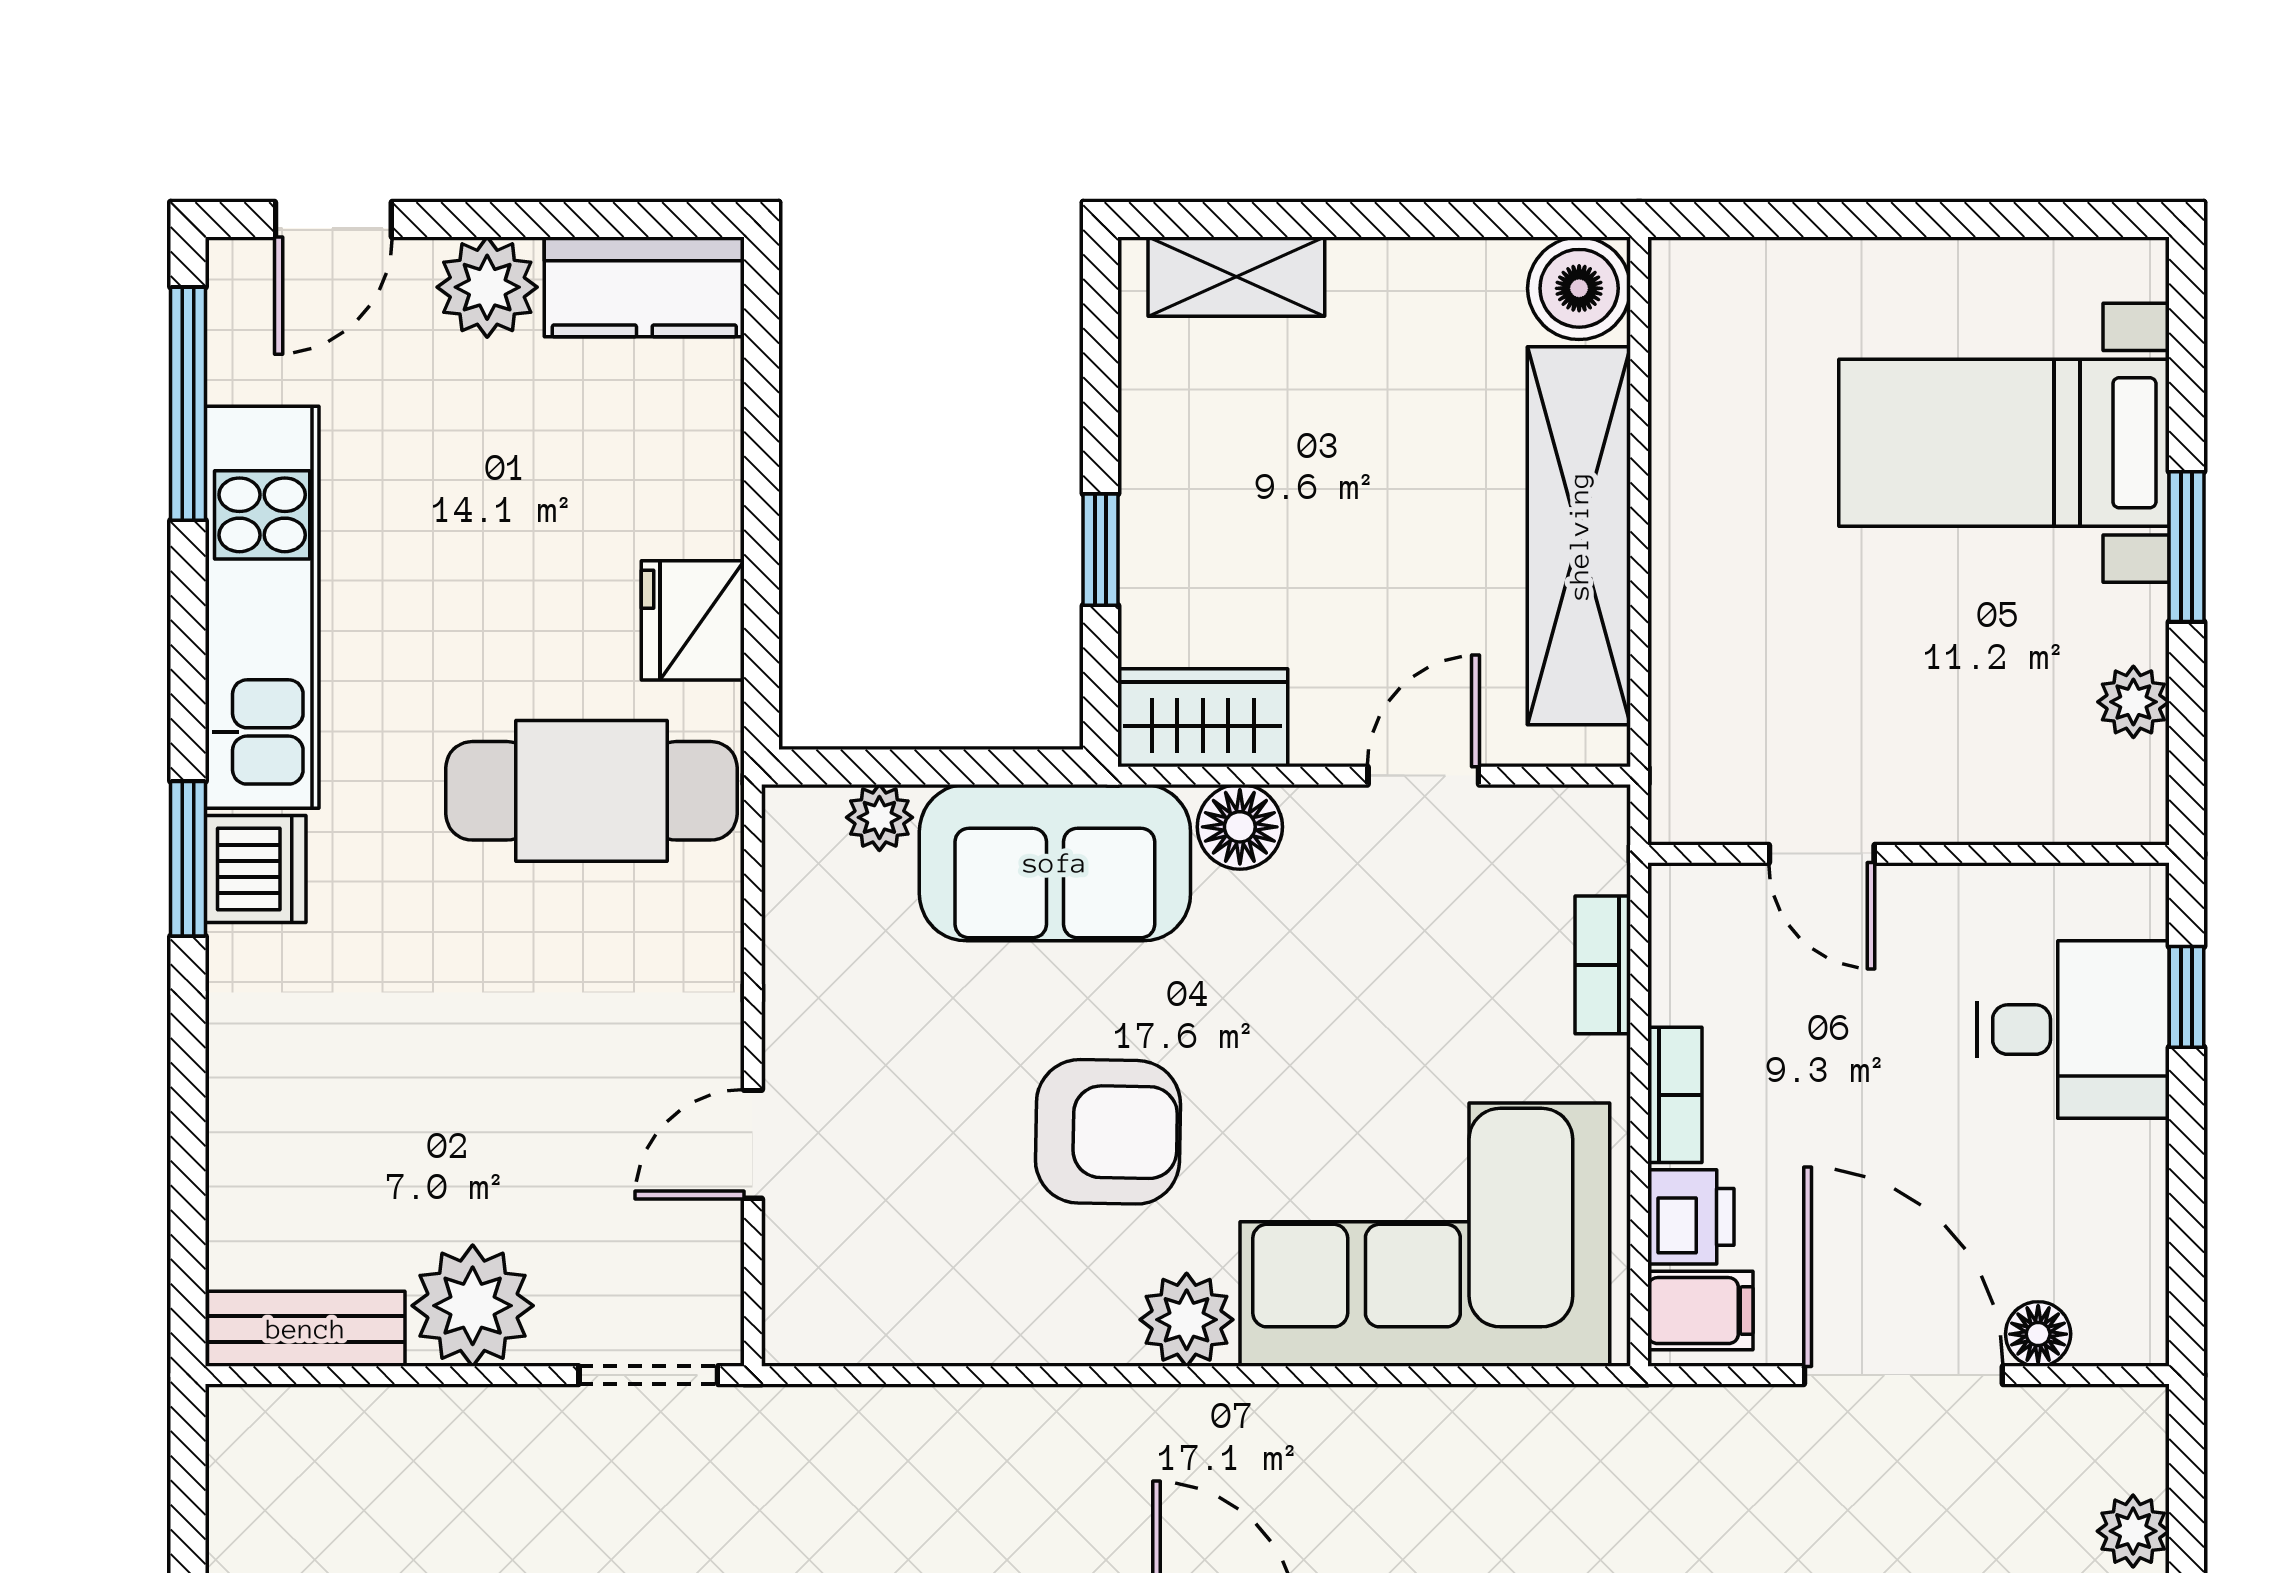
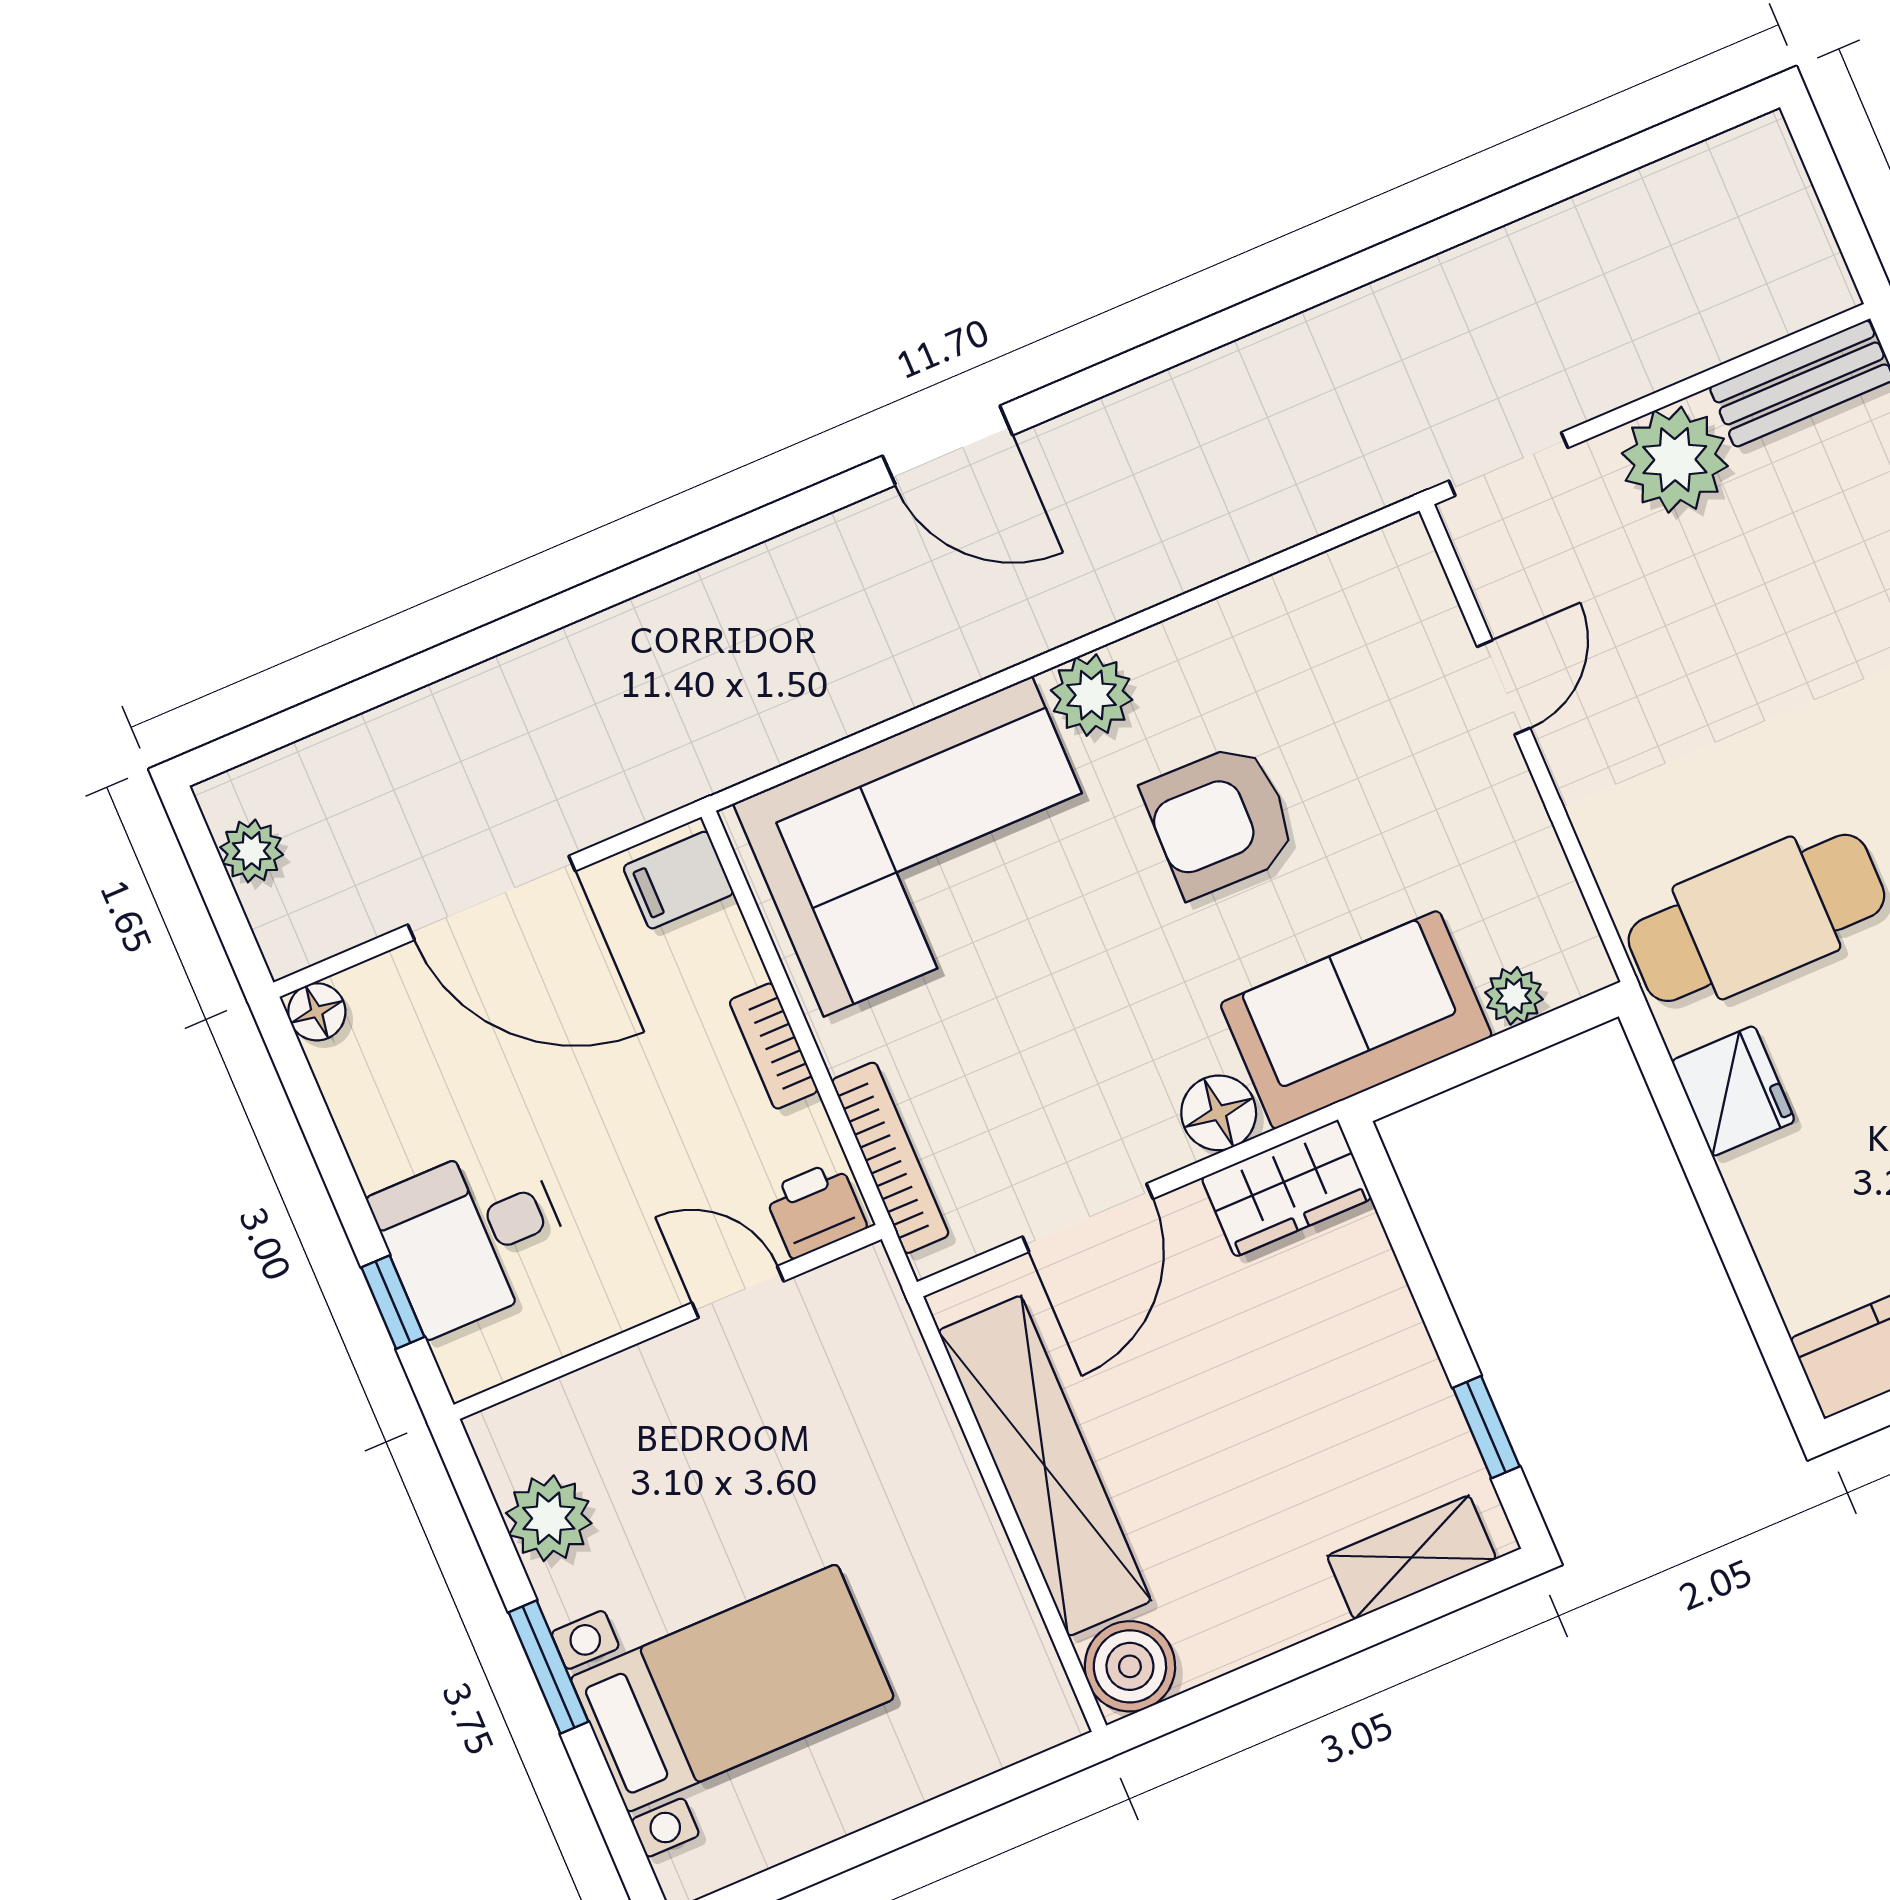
window: (1100, 550) -> (1486, 1427), moved
plant: (2133, 702) -> (549, 1518), width x1.38, depth x1.38
door: (1423, 776) -> (1088, 1218), width x1.38
bookcase: (1603, 965) -> (890, 1158), width x1.56
printer: (1691, 1217) -> (815, 1209), moved, turned 90
floor lamp: (2038, 1334) -> (317, 1012), moved

